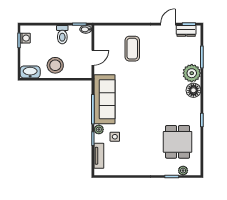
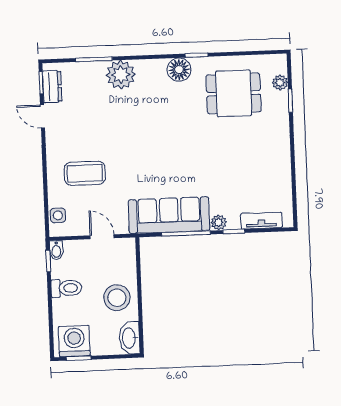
washing machine: (25, 38) -> (74, 341), width x1.89, depth x1.89
floor lamp: (193, 90) -> (179, 70), moved
side table: (115, 137) -> (58, 215), moved

